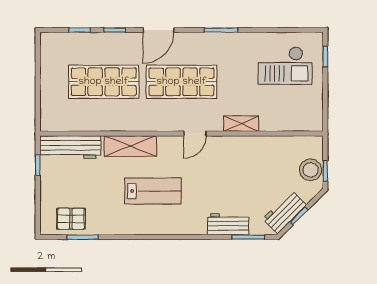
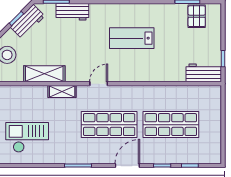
shelving: (130, 146) -> (44, 74), moved
workbench: (70, 147) -> (204, 73), width x0.73
pallet: (71, 219) -> (197, 16), turned 90

